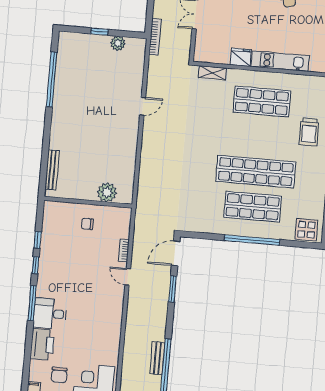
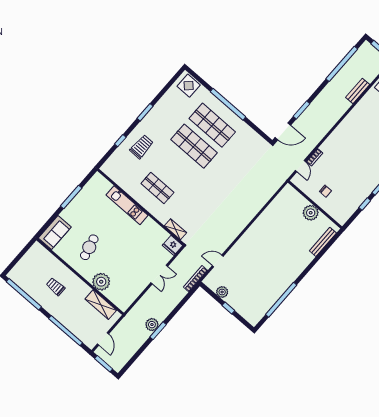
fridge: (241, 57) -> (172, 245), moved
shop shelf: (262, 101) -> (157, 188), width x0.70, depth x0.74
door: (143, 106) -> (218, 261), moved
shop shelf: (256, 172) -> (194, 146), width x0.71
plant: (107, 192) -> (311, 213), moved
door: (128, 277) -> (300, 166), moved
bench: (157, 358) -> (358, 91), moved

